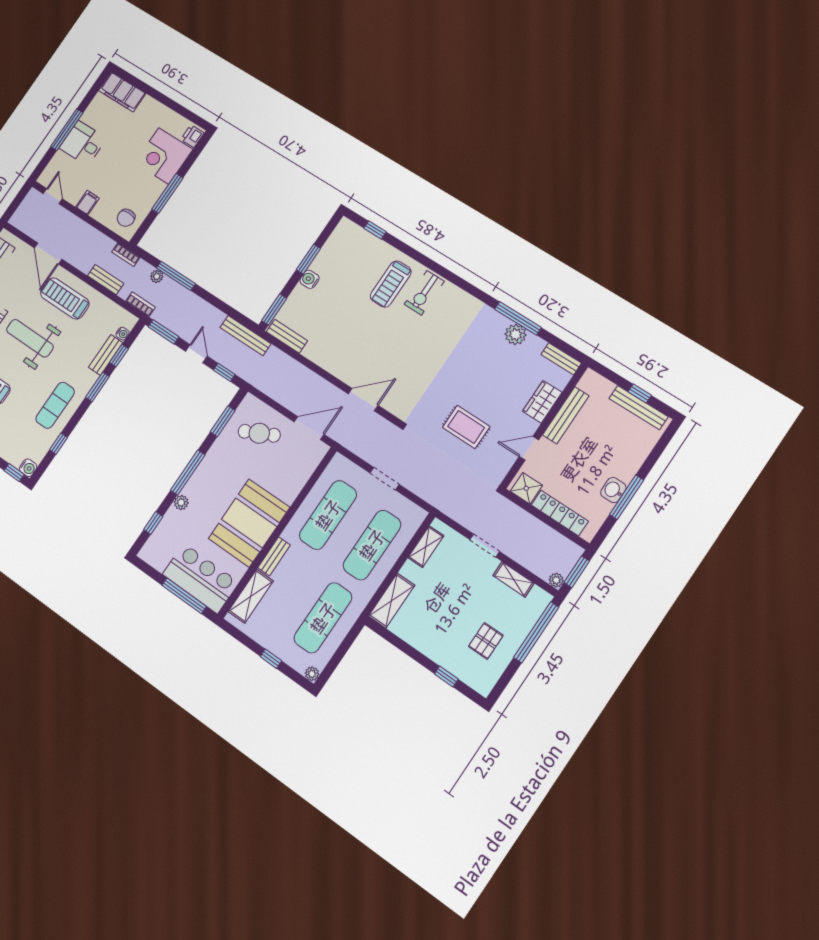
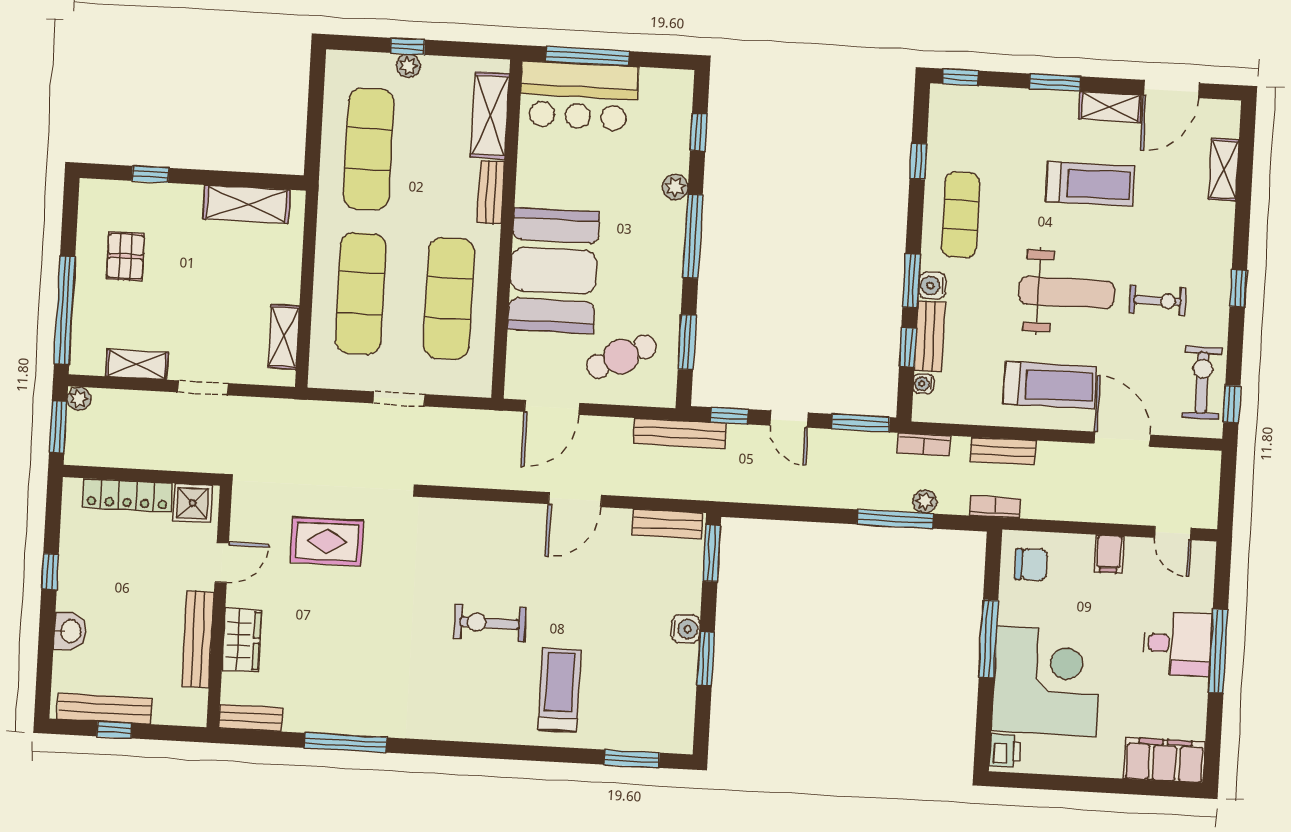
corner desk: (164, 156) -> (1046, 681), width x1.36, depth x1.36
chair: (126, 218) -> (1031, 565), turned 90
window: (375, 230) -> (632, 759), width x1.50
exercise bike: (424, 293) -> (490, 623), moved, turned -90
plant: (516, 334) -> (335, 717), removed
bench: (245, 335) -> (680, 433), moved
door: (363, 400) -> (575, 500), moved
water cooler: (28, 468) -> (932, 286), moved
washbasin: (613, 490) -> (70, 631), moved
window: (627, 497) -> (50, 572), width x0.46
booth: (249, 523) -> (554, 271), moved
shelving: (392, 601) -> (247, 204), moved, turned 90
plant: (312, 674) -> (408, 66), moved

